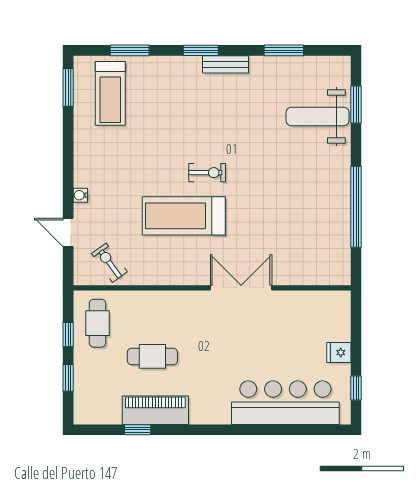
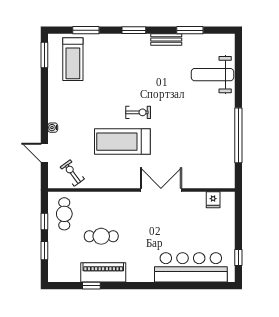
bench: (225, 64) -> (166, 39), moved
window: (356, 104) -> (238, 67), removed
fridge: (339, 353) -> (213, 200), moved, turned -90

